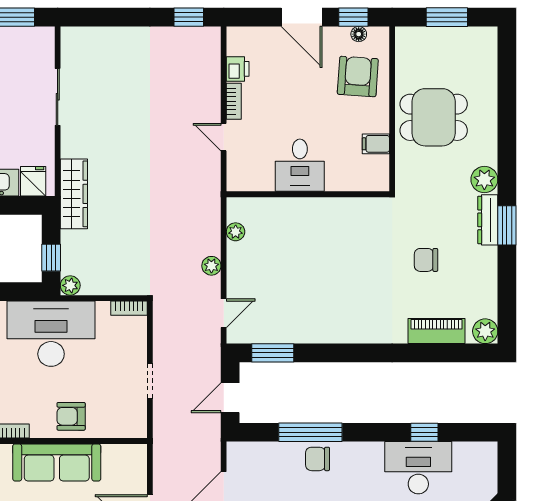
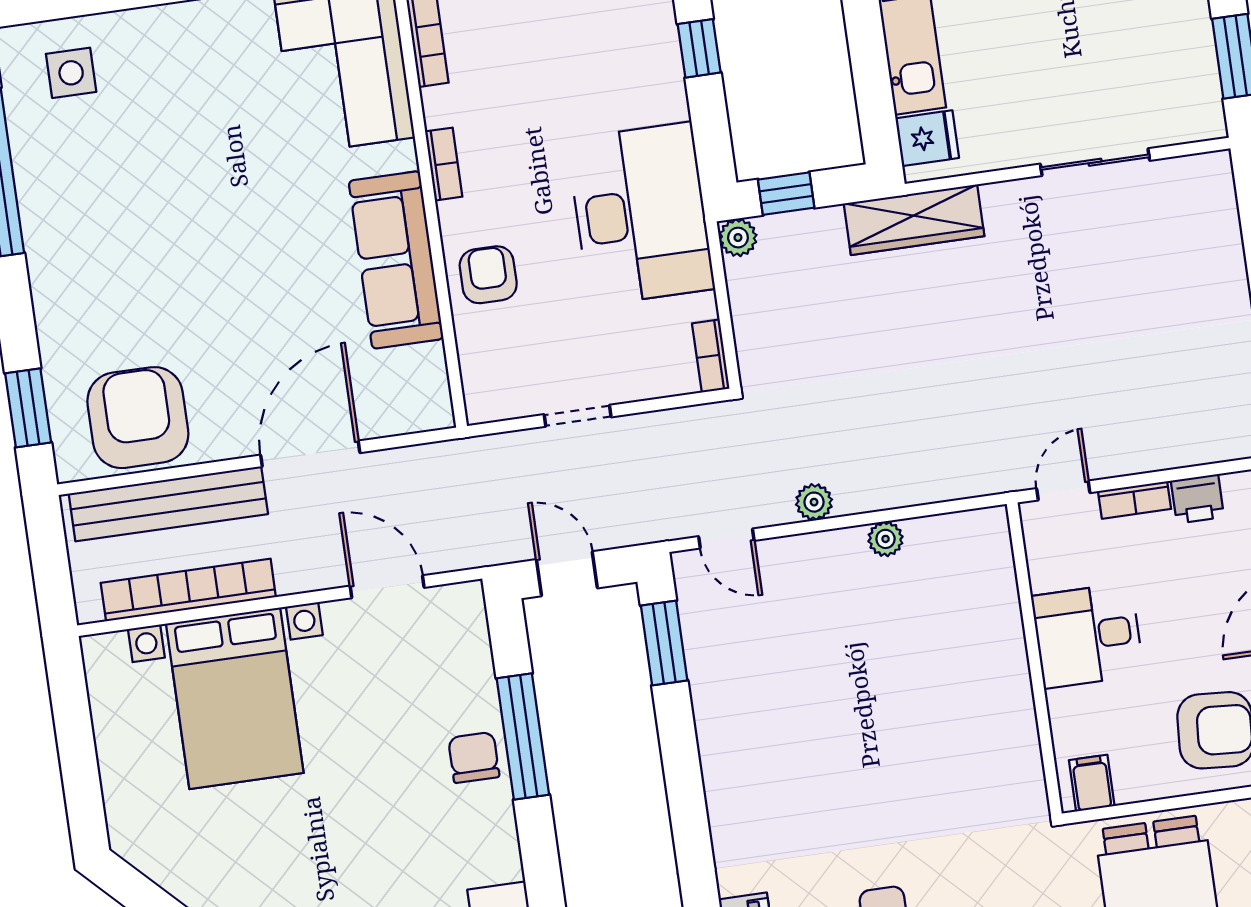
desk: (300, 165) -> (1088, 635), moved
wall: (308, 194) -> (1034, 659), moved

